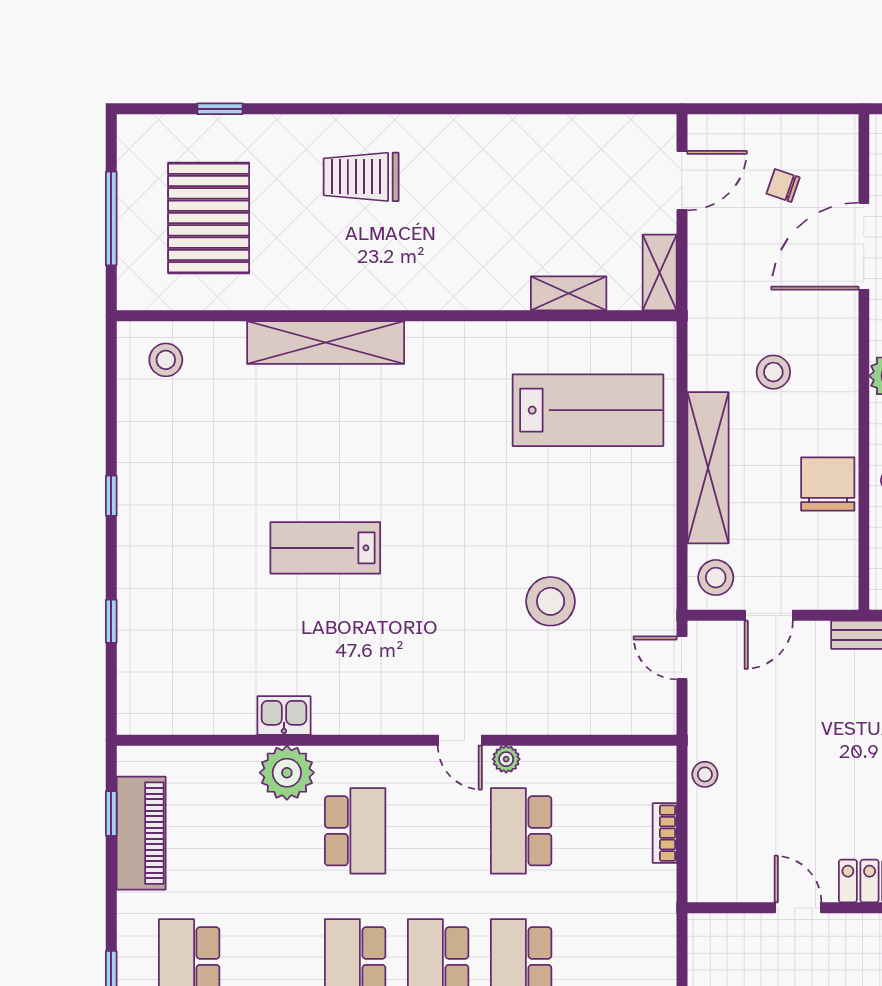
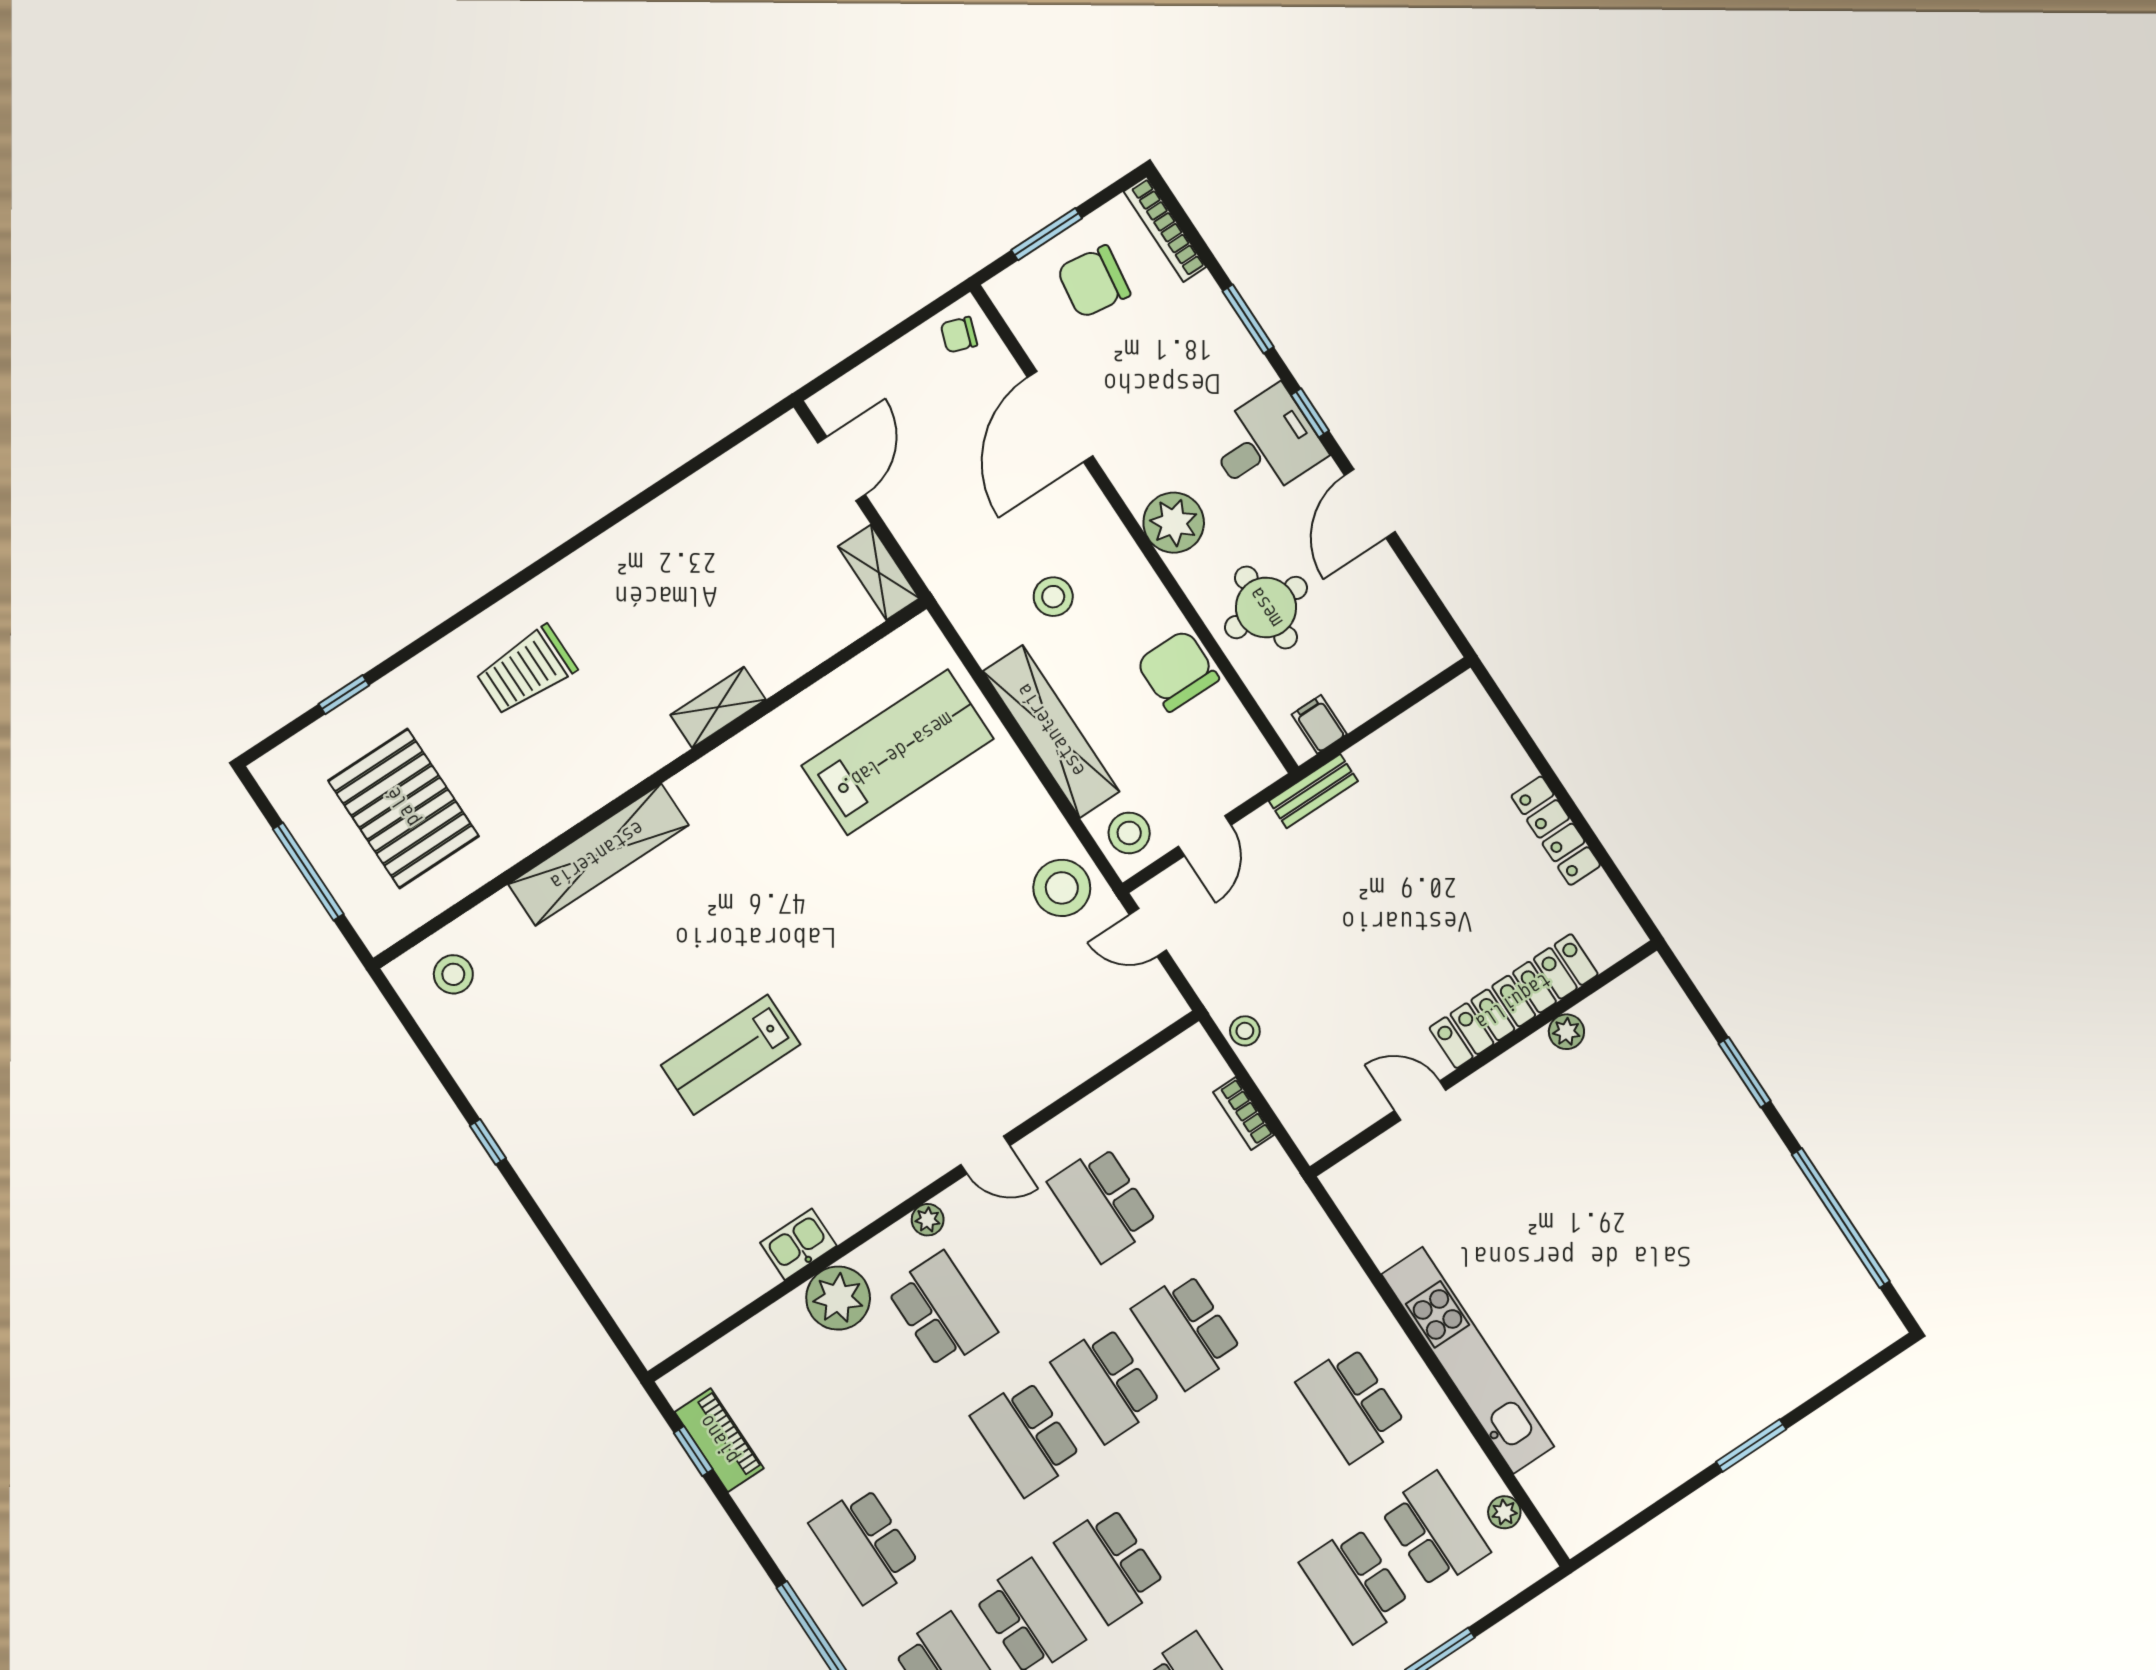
chair: (783, 186) -> (959, 335), moved
shelving: (569, 293) -> (718, 707), moved
stool: (551, 601) -> (1062, 888), moved
window: (111, 621) -> (569, 1264), removed
plant: (506, 759) -> (928, 1220), moved
piano: (141, 833) -> (719, 1440), width x0.73, depth x0.75

